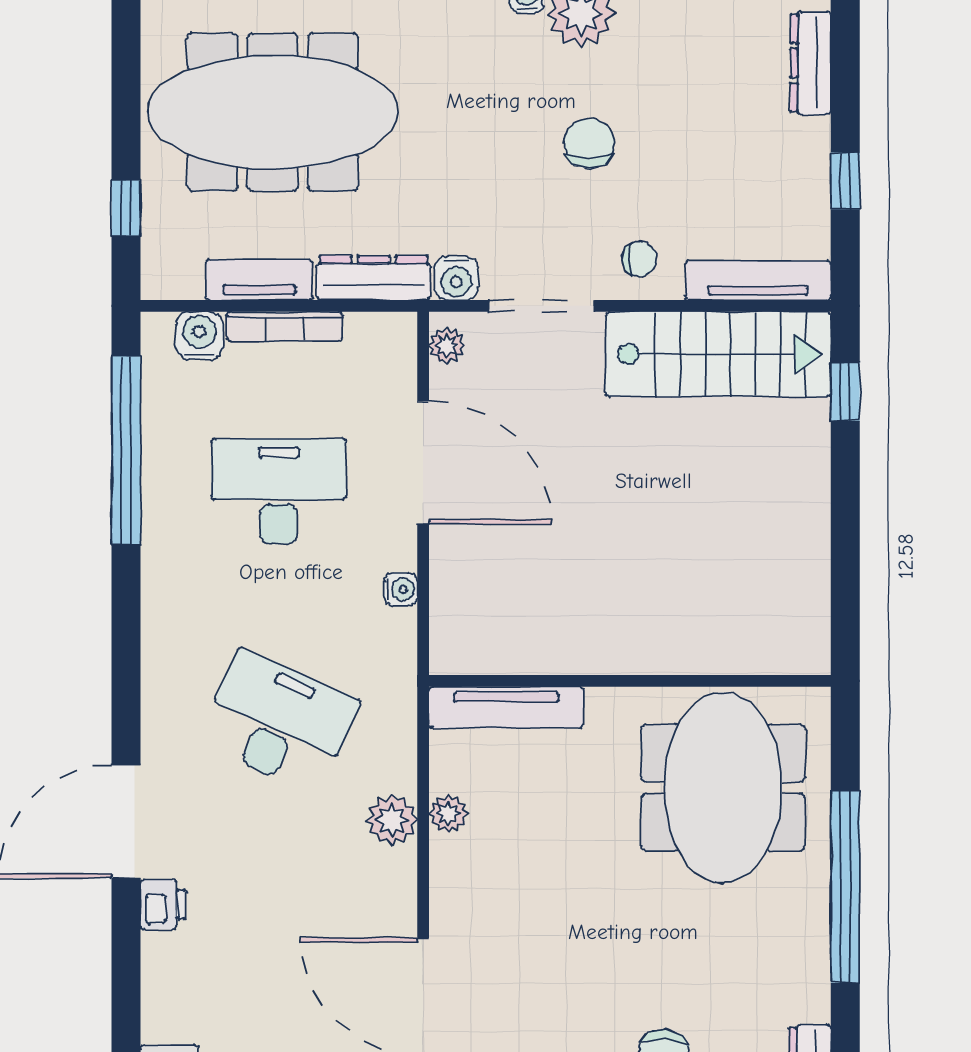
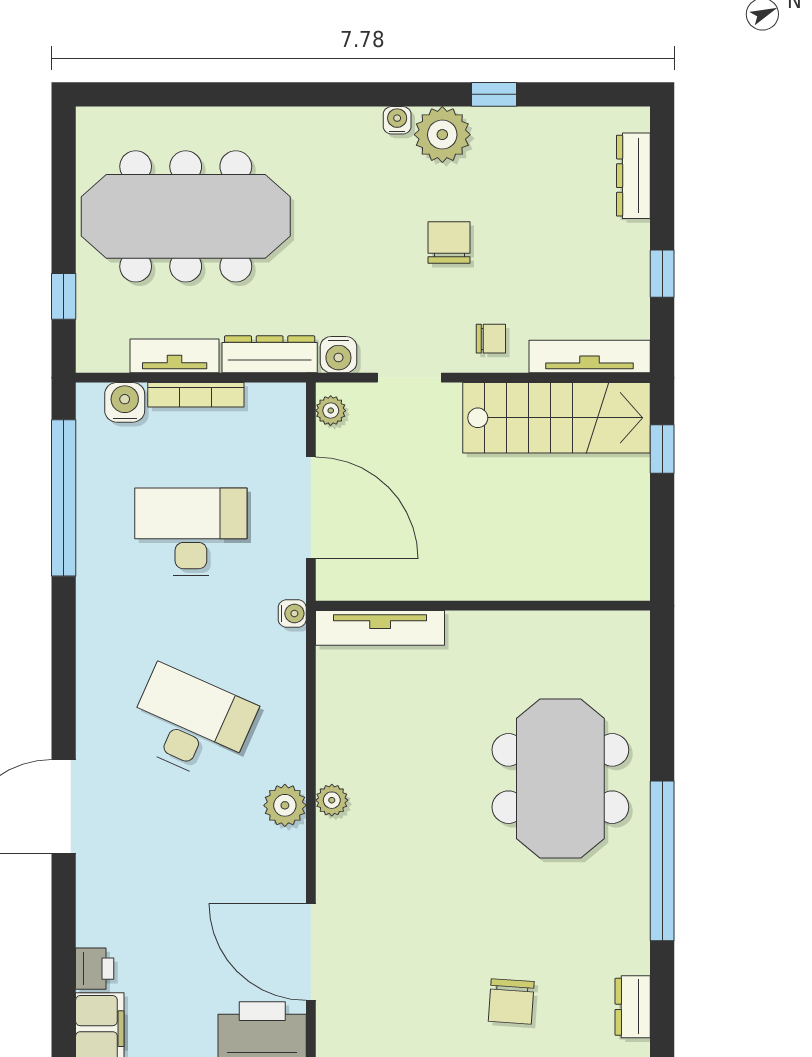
doorway: (542, 306) -> (409, 378), width x0.73
wall: (630, 681) -> (483, 606), moved
tv unit: (506, 708) -> (380, 628), moved
printer: (163, 904) -> (95, 969), moved

